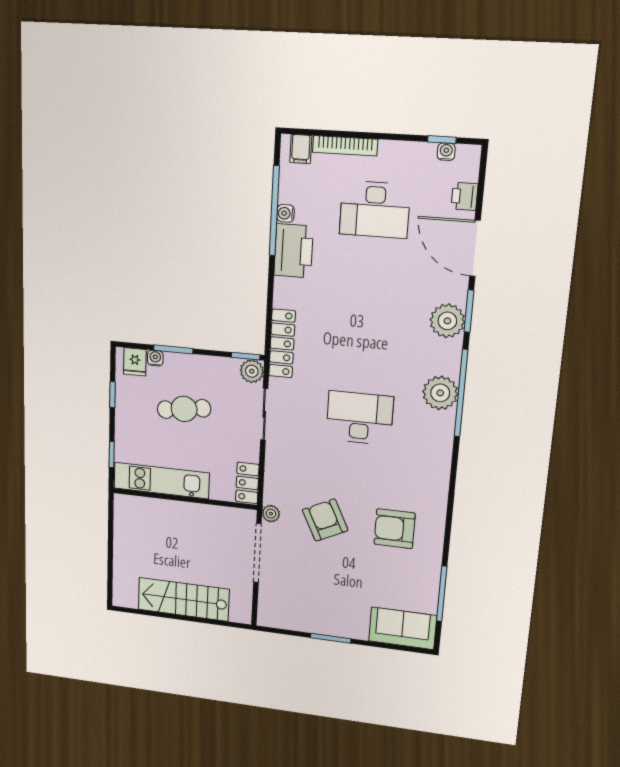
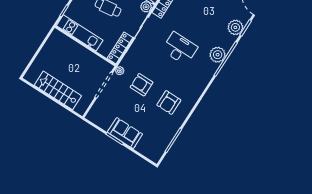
locker: (247, 483) -> (120, 48), width x1.53
armchair: (325, 520) -> (142, 85), turned -64
armchair: (395, 529) -> (169, 103), turned -90
sofa: (403, 628) -> (125, 133), moved

